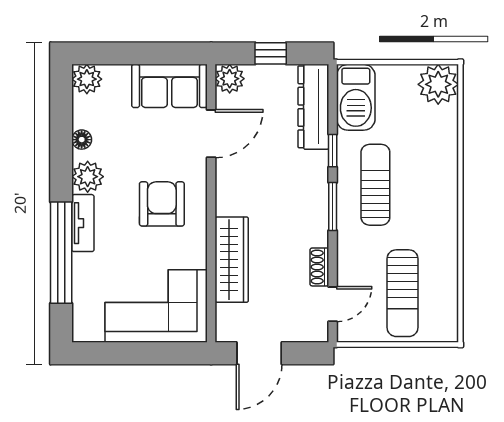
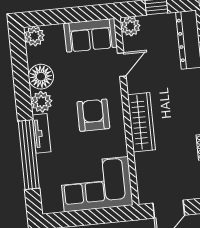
door: (211, 134) -> (122, 65), width x0.73
floor lamp: (82, 140) -> (41, 77), width x1.89, depth x1.89
wardrobe: (232, 260) -> (141, 122), moved

